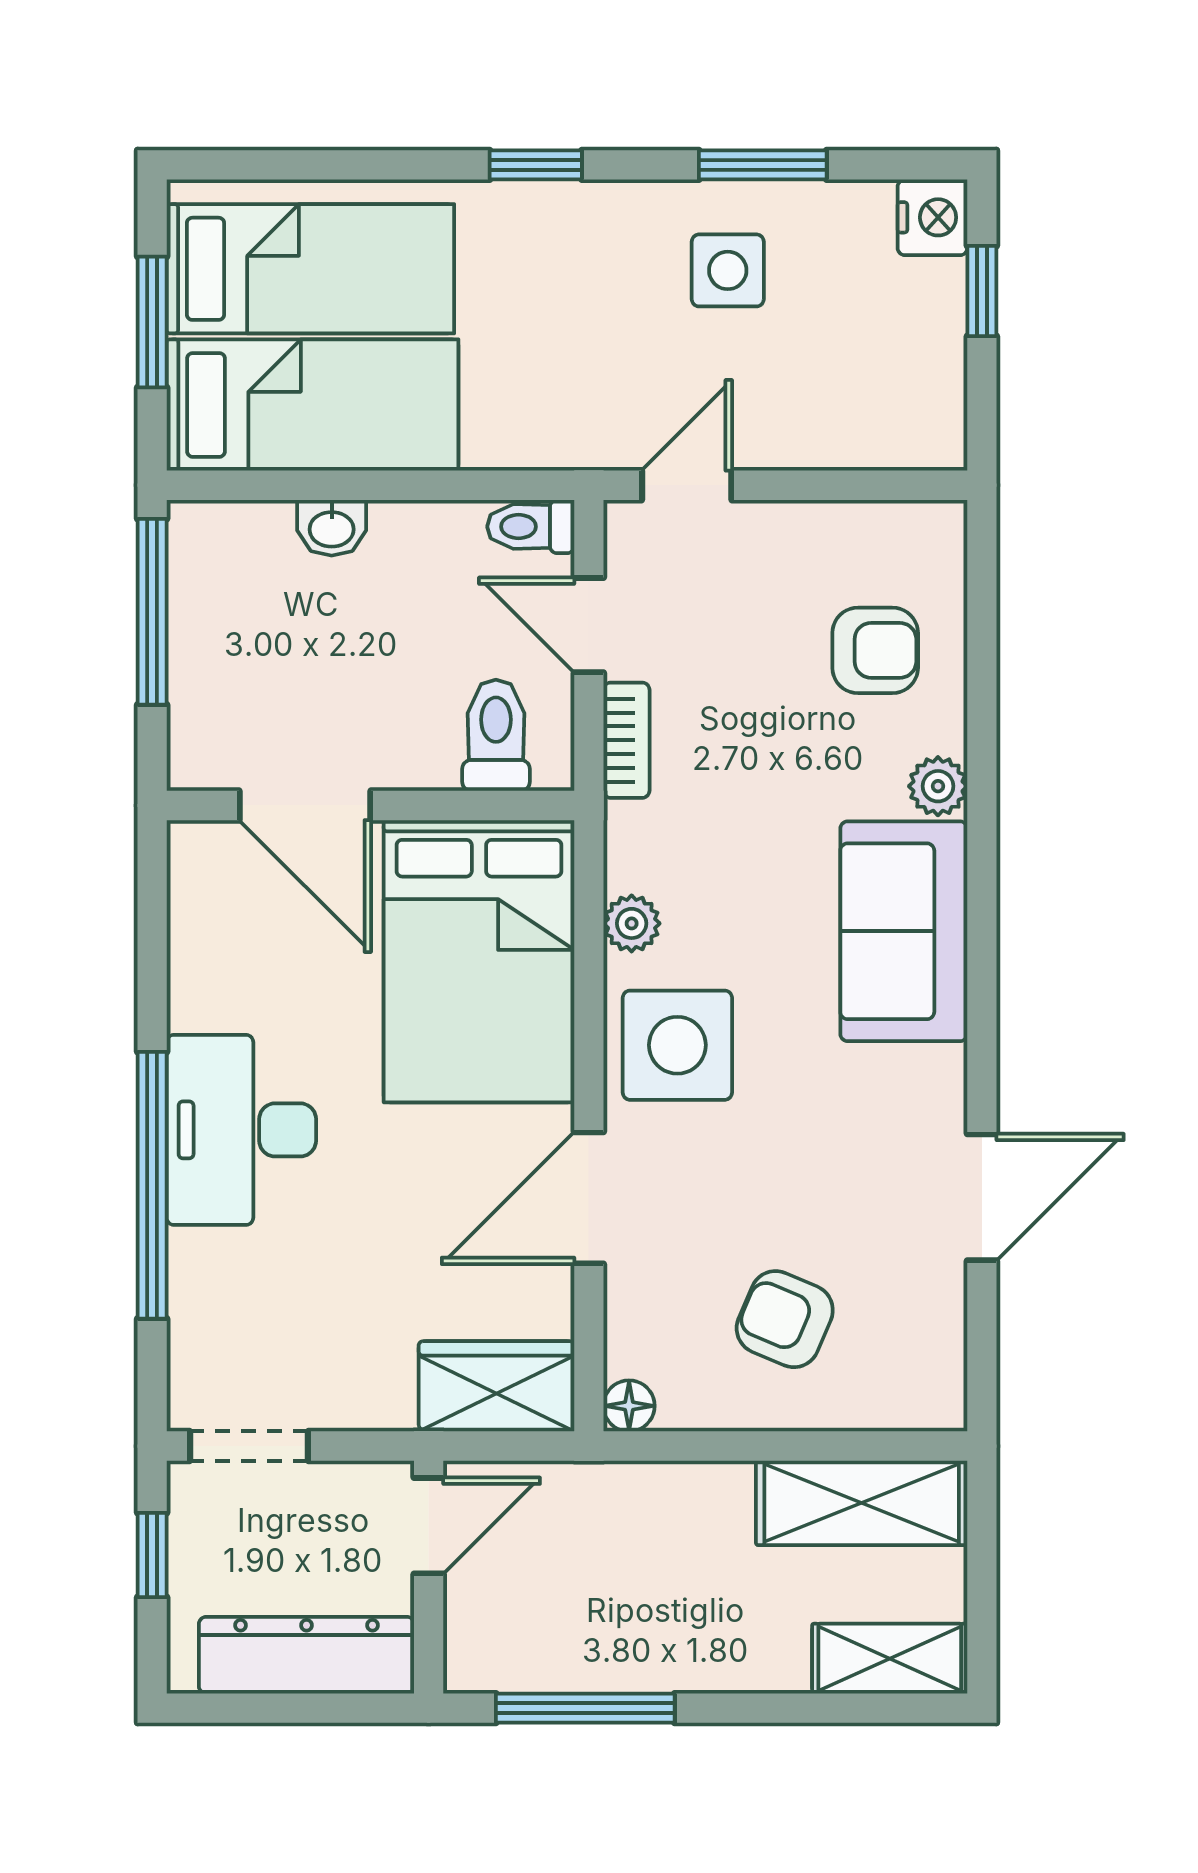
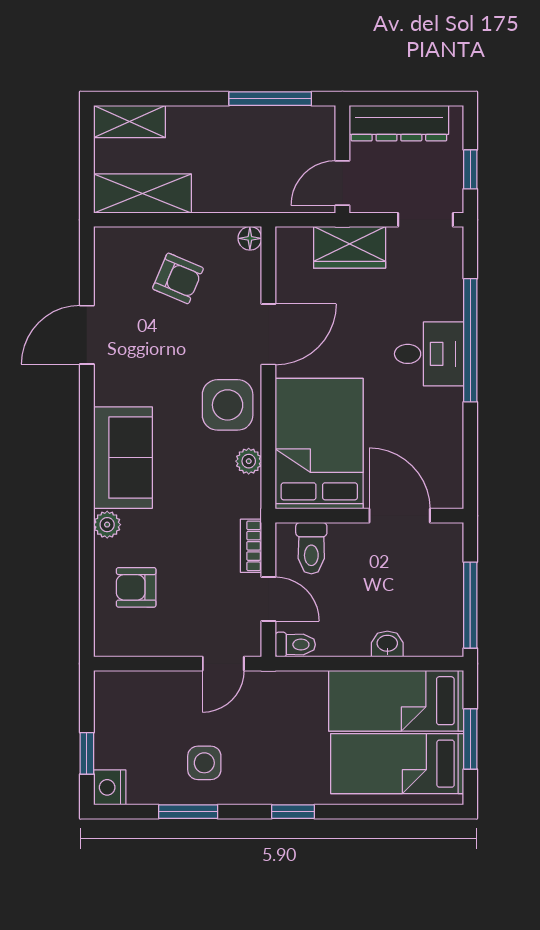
desk: (241, 1130) -> (429, 354), width x0.73
wardrobe: (496, 1386) -> (350, 247), moved

